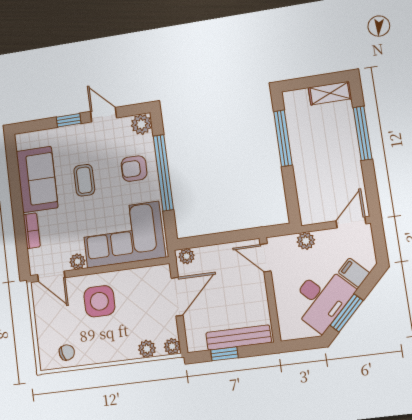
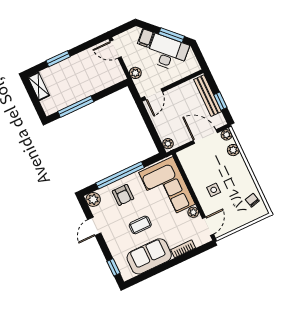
window: (69, 120) -> (113, 267), moved
window: (363, 133) -> (58, 59), width x0.69
door: (177, 297) -> (205, 137), moved
side table: (99, 301) -> (214, 190), width x0.54, depth x0.54

